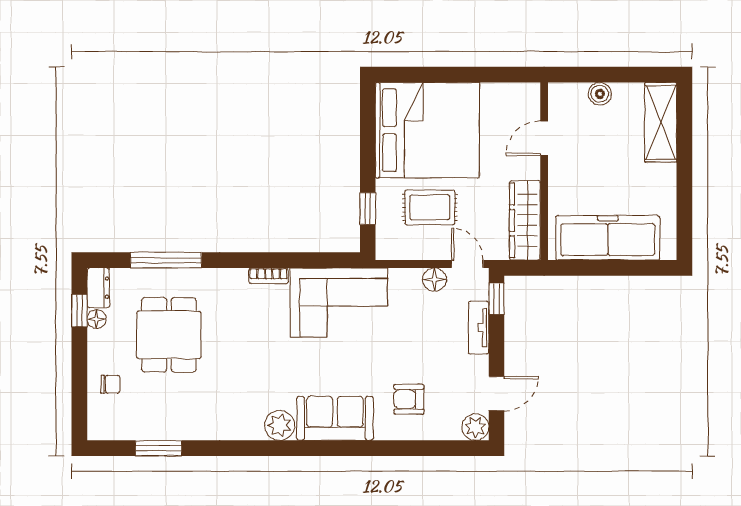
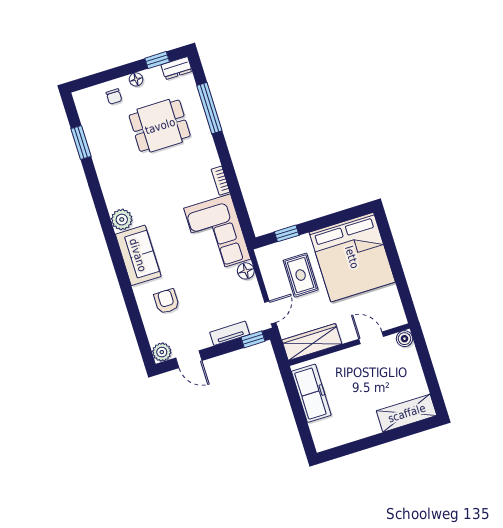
boiler: (600, 94) -> (404, 339), moved
freezer: (608, 238) -> (311, 393), width x0.73, depth x0.79
floor lamp: (434, 280) -> (246, 271), moved
floor lamp: (97, 319) -> (136, 79), moved

